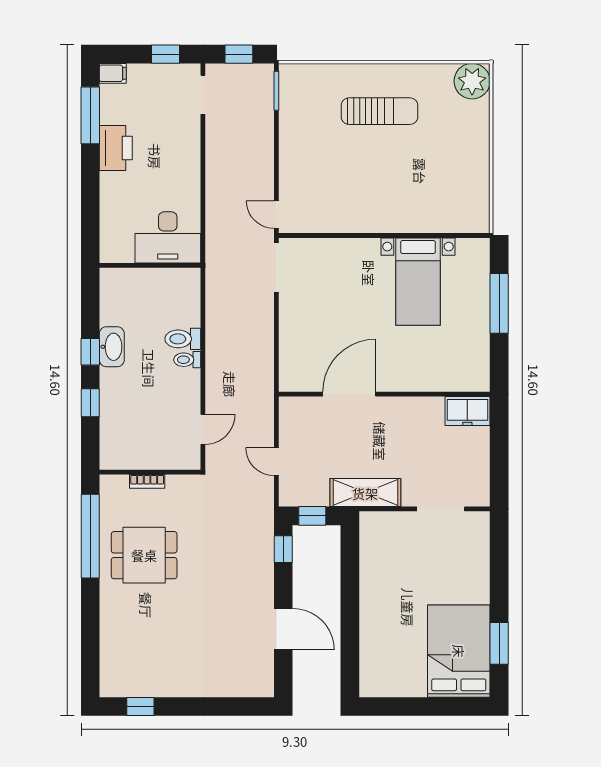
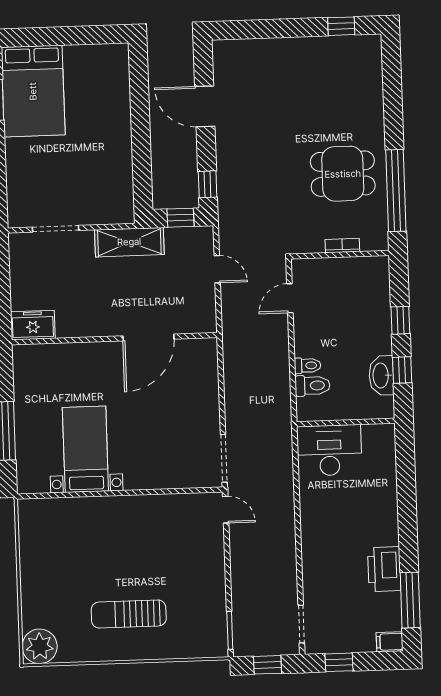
desk: (168, 237) -> (329, 450), moved
wall: (150, 265) -> (346, 422), moved

